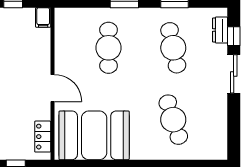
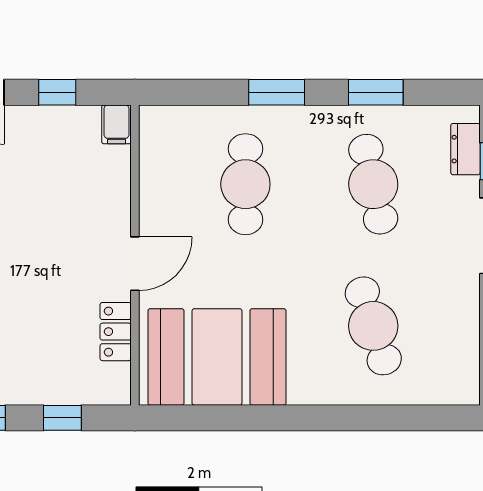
door: (53, 88) -> (135, 264), hinge flipped
locker: (43, 137) -> (116, 332), moved

